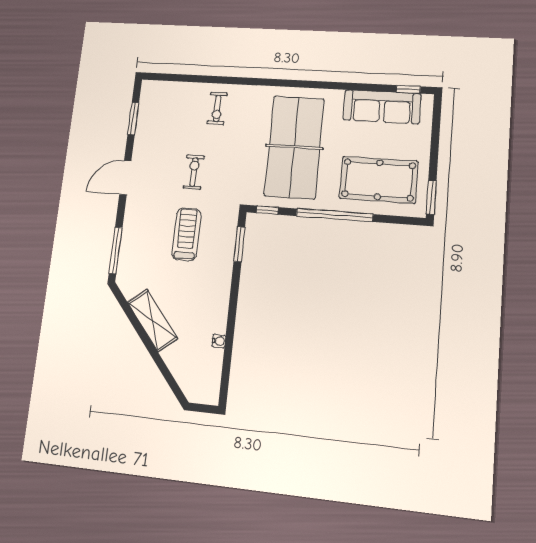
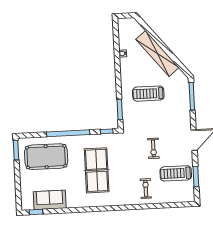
sofa: (382, 107) -> (50, 200), width x0.73
treadmill: (164, 127) -> (176, 173), added
table tennis table: (294, 147) -> (97, 170), width x0.73, depth x0.76
treadmill: (187, 234) -> (148, 94), moved, turned 90
shelving: (152, 320) -> (157, 53), width x1.47

